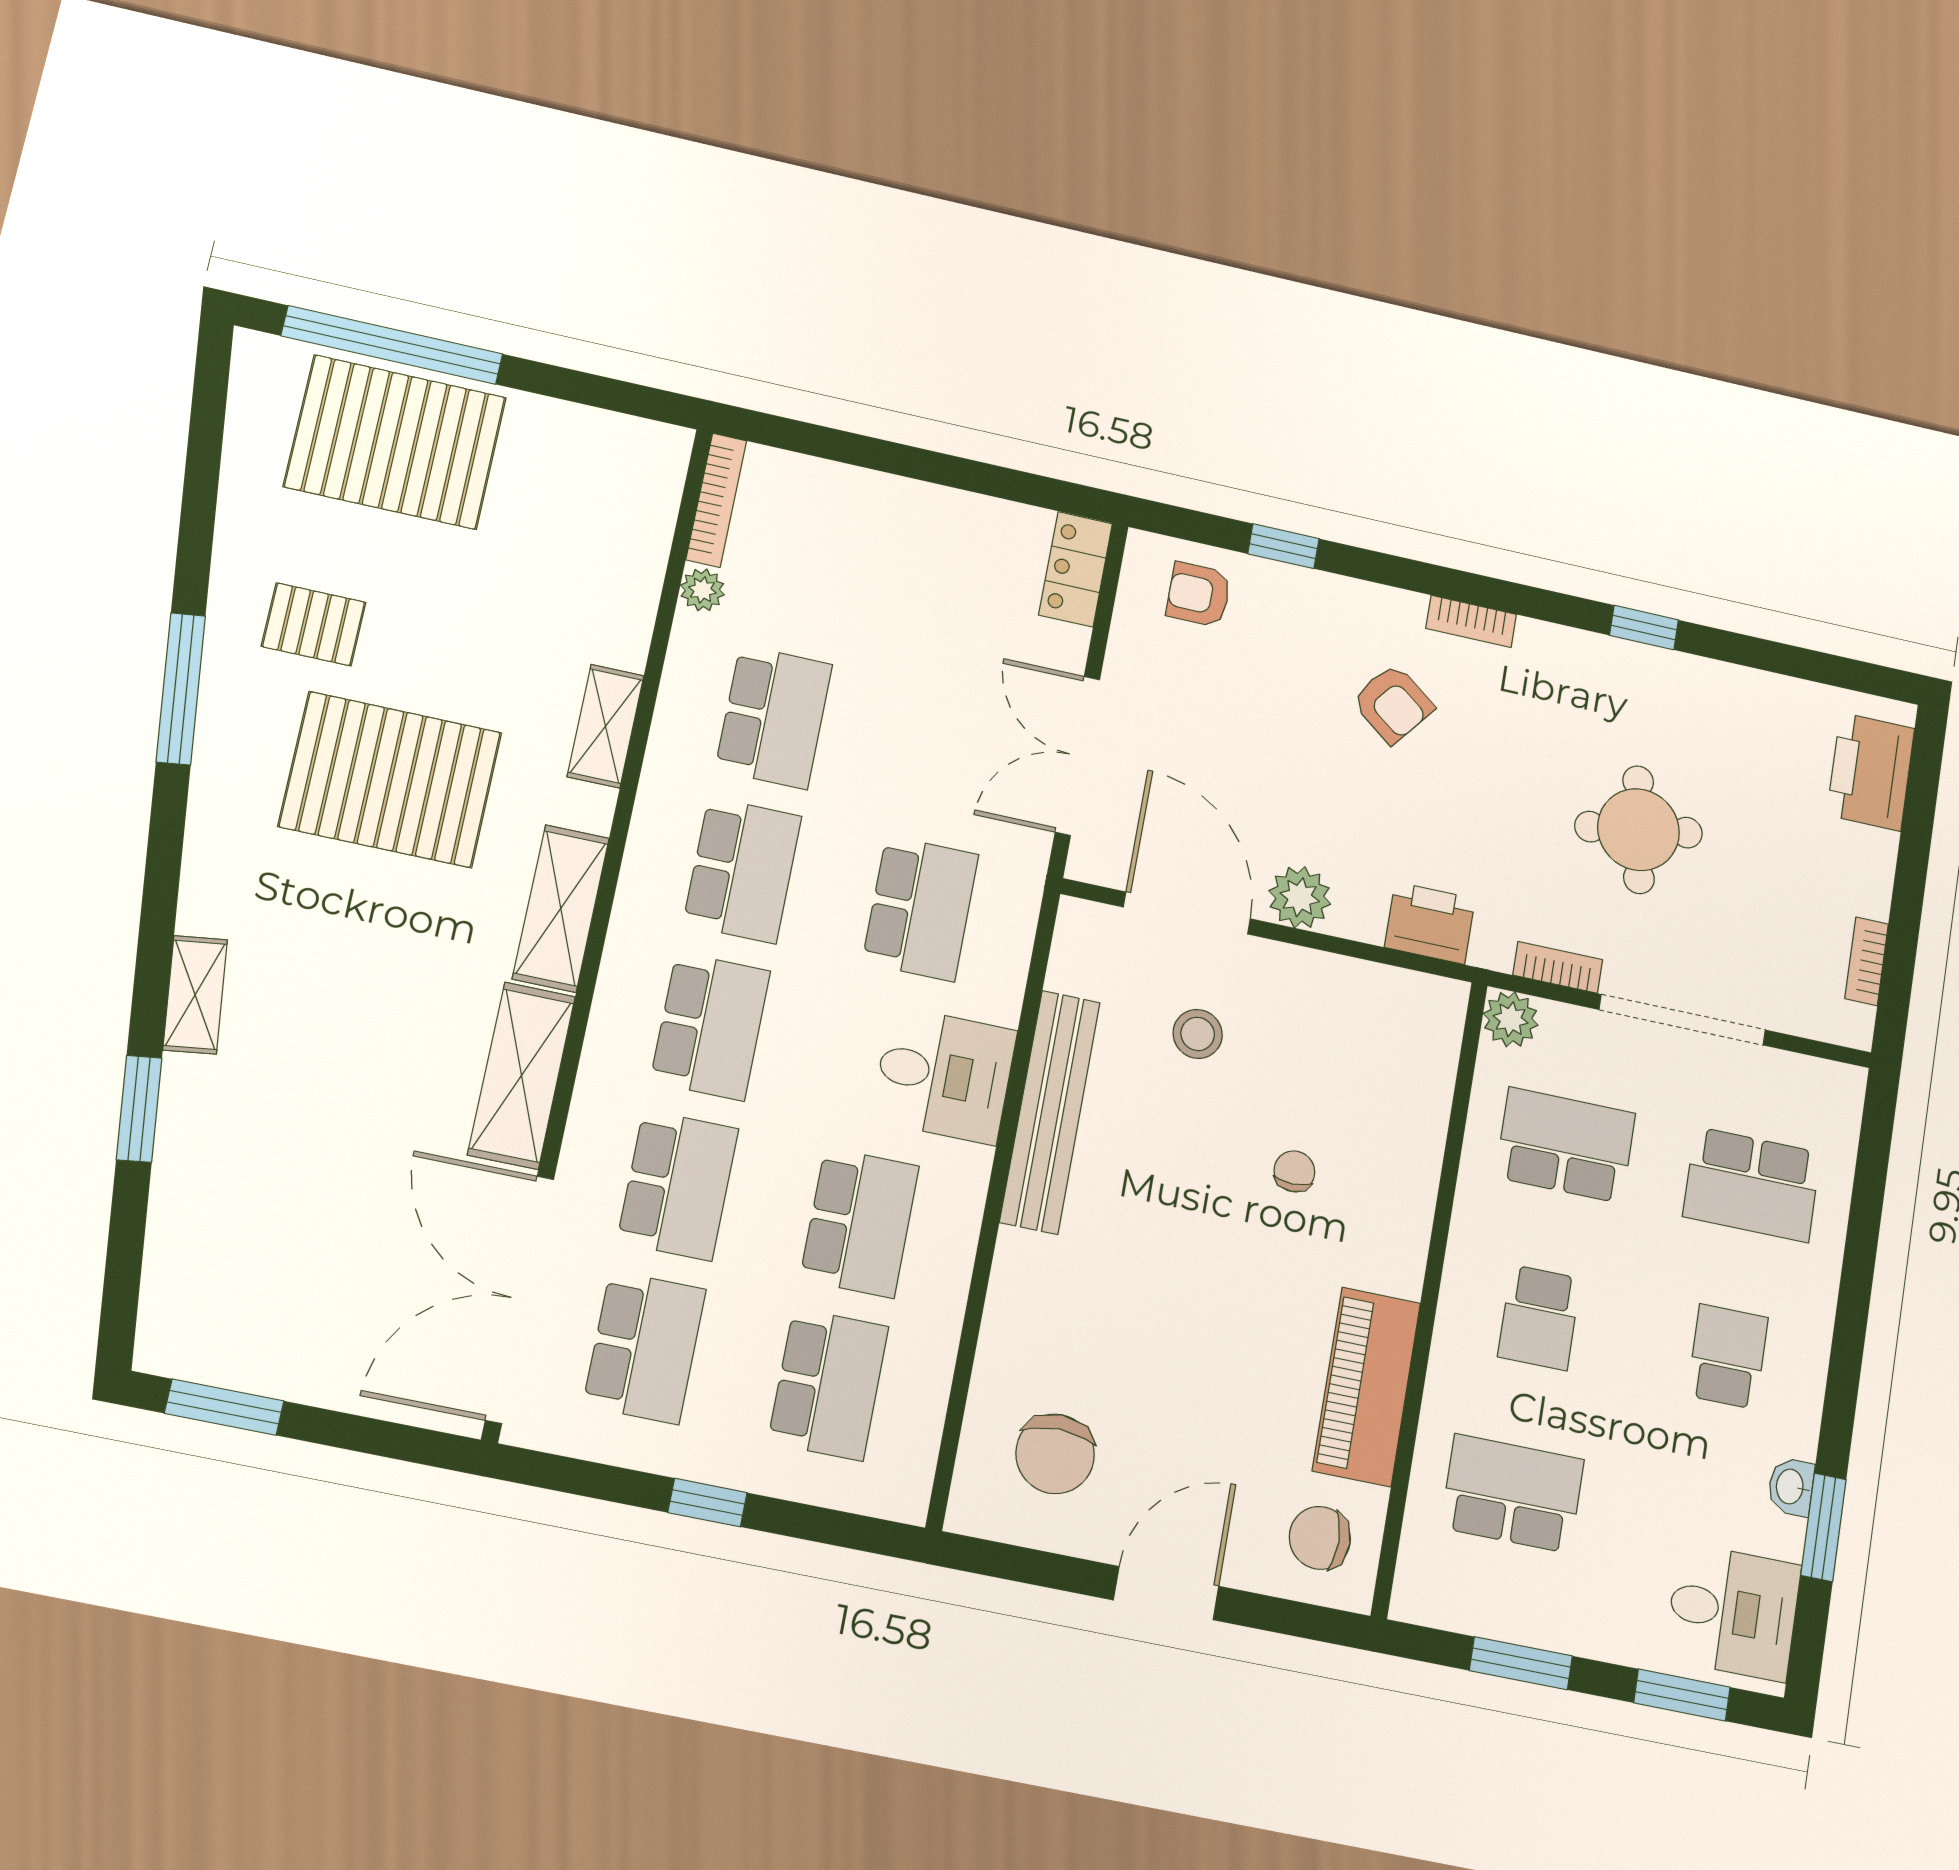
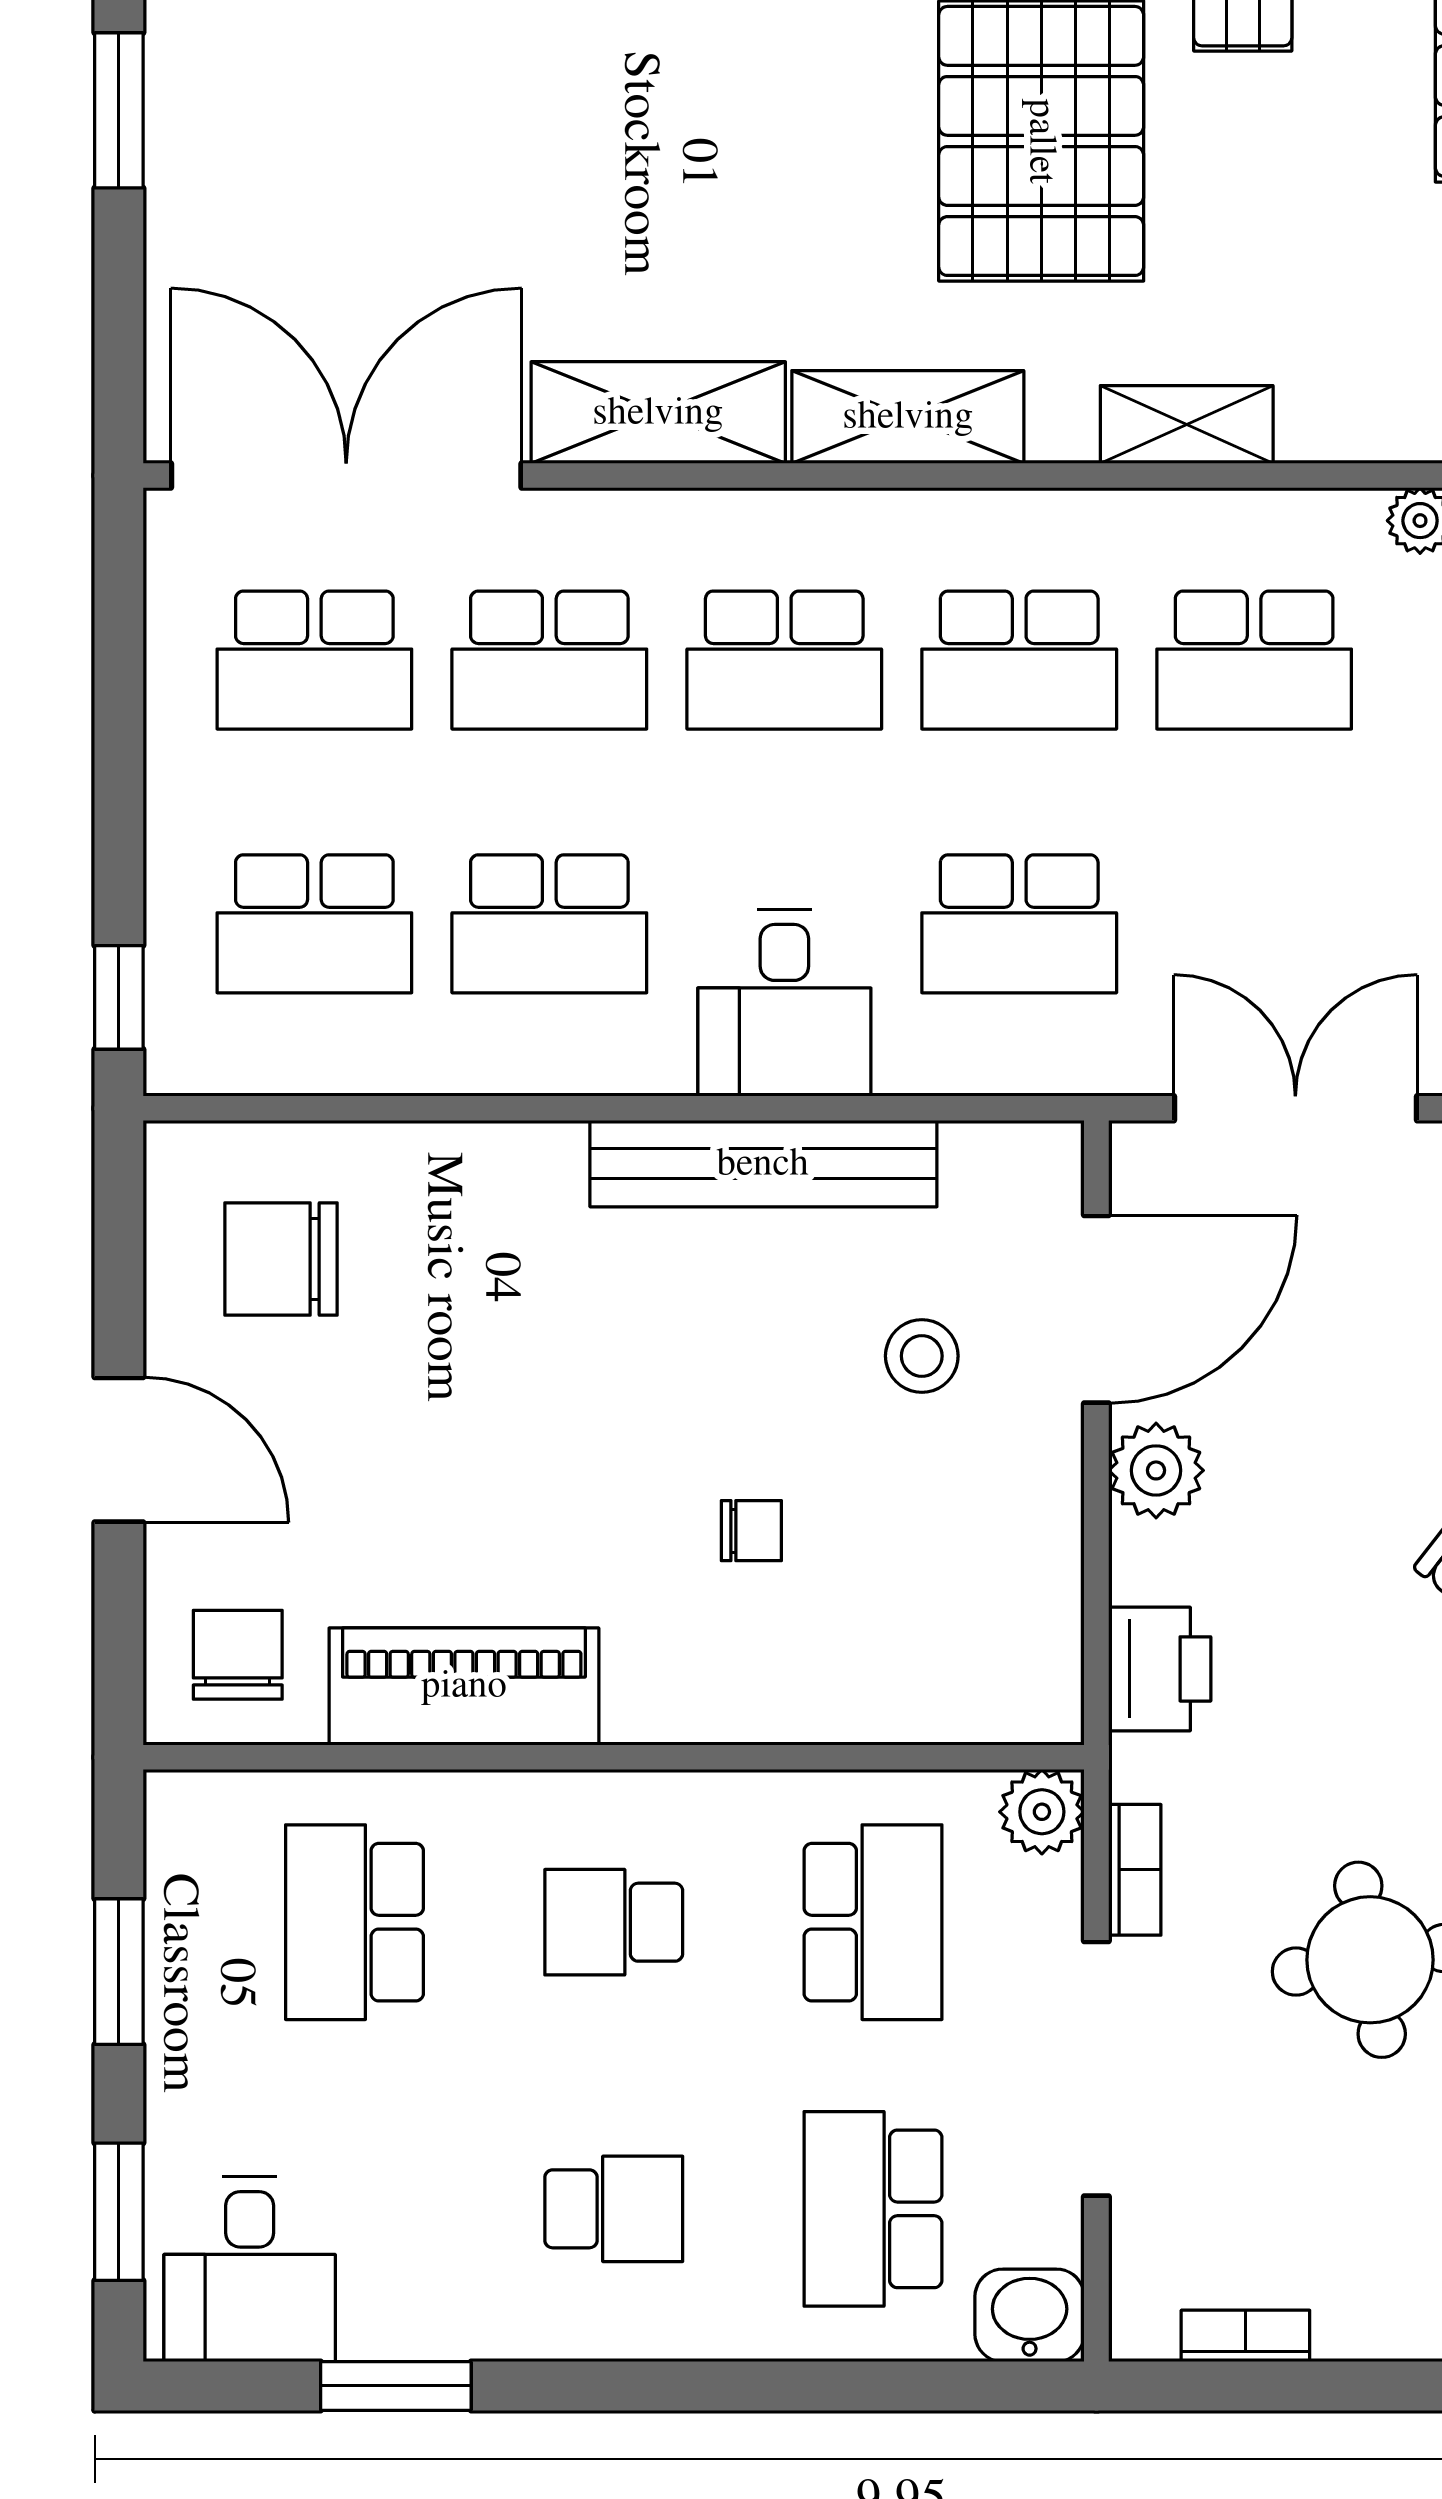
washbasin: (1791, 1487) -> (1030, 2315), moved, width x1.38, depth x1.45
school desk: (1512, 1494) -> (354, 1922), turned 180
window: (707, 1503) -> (119, 997), moved

